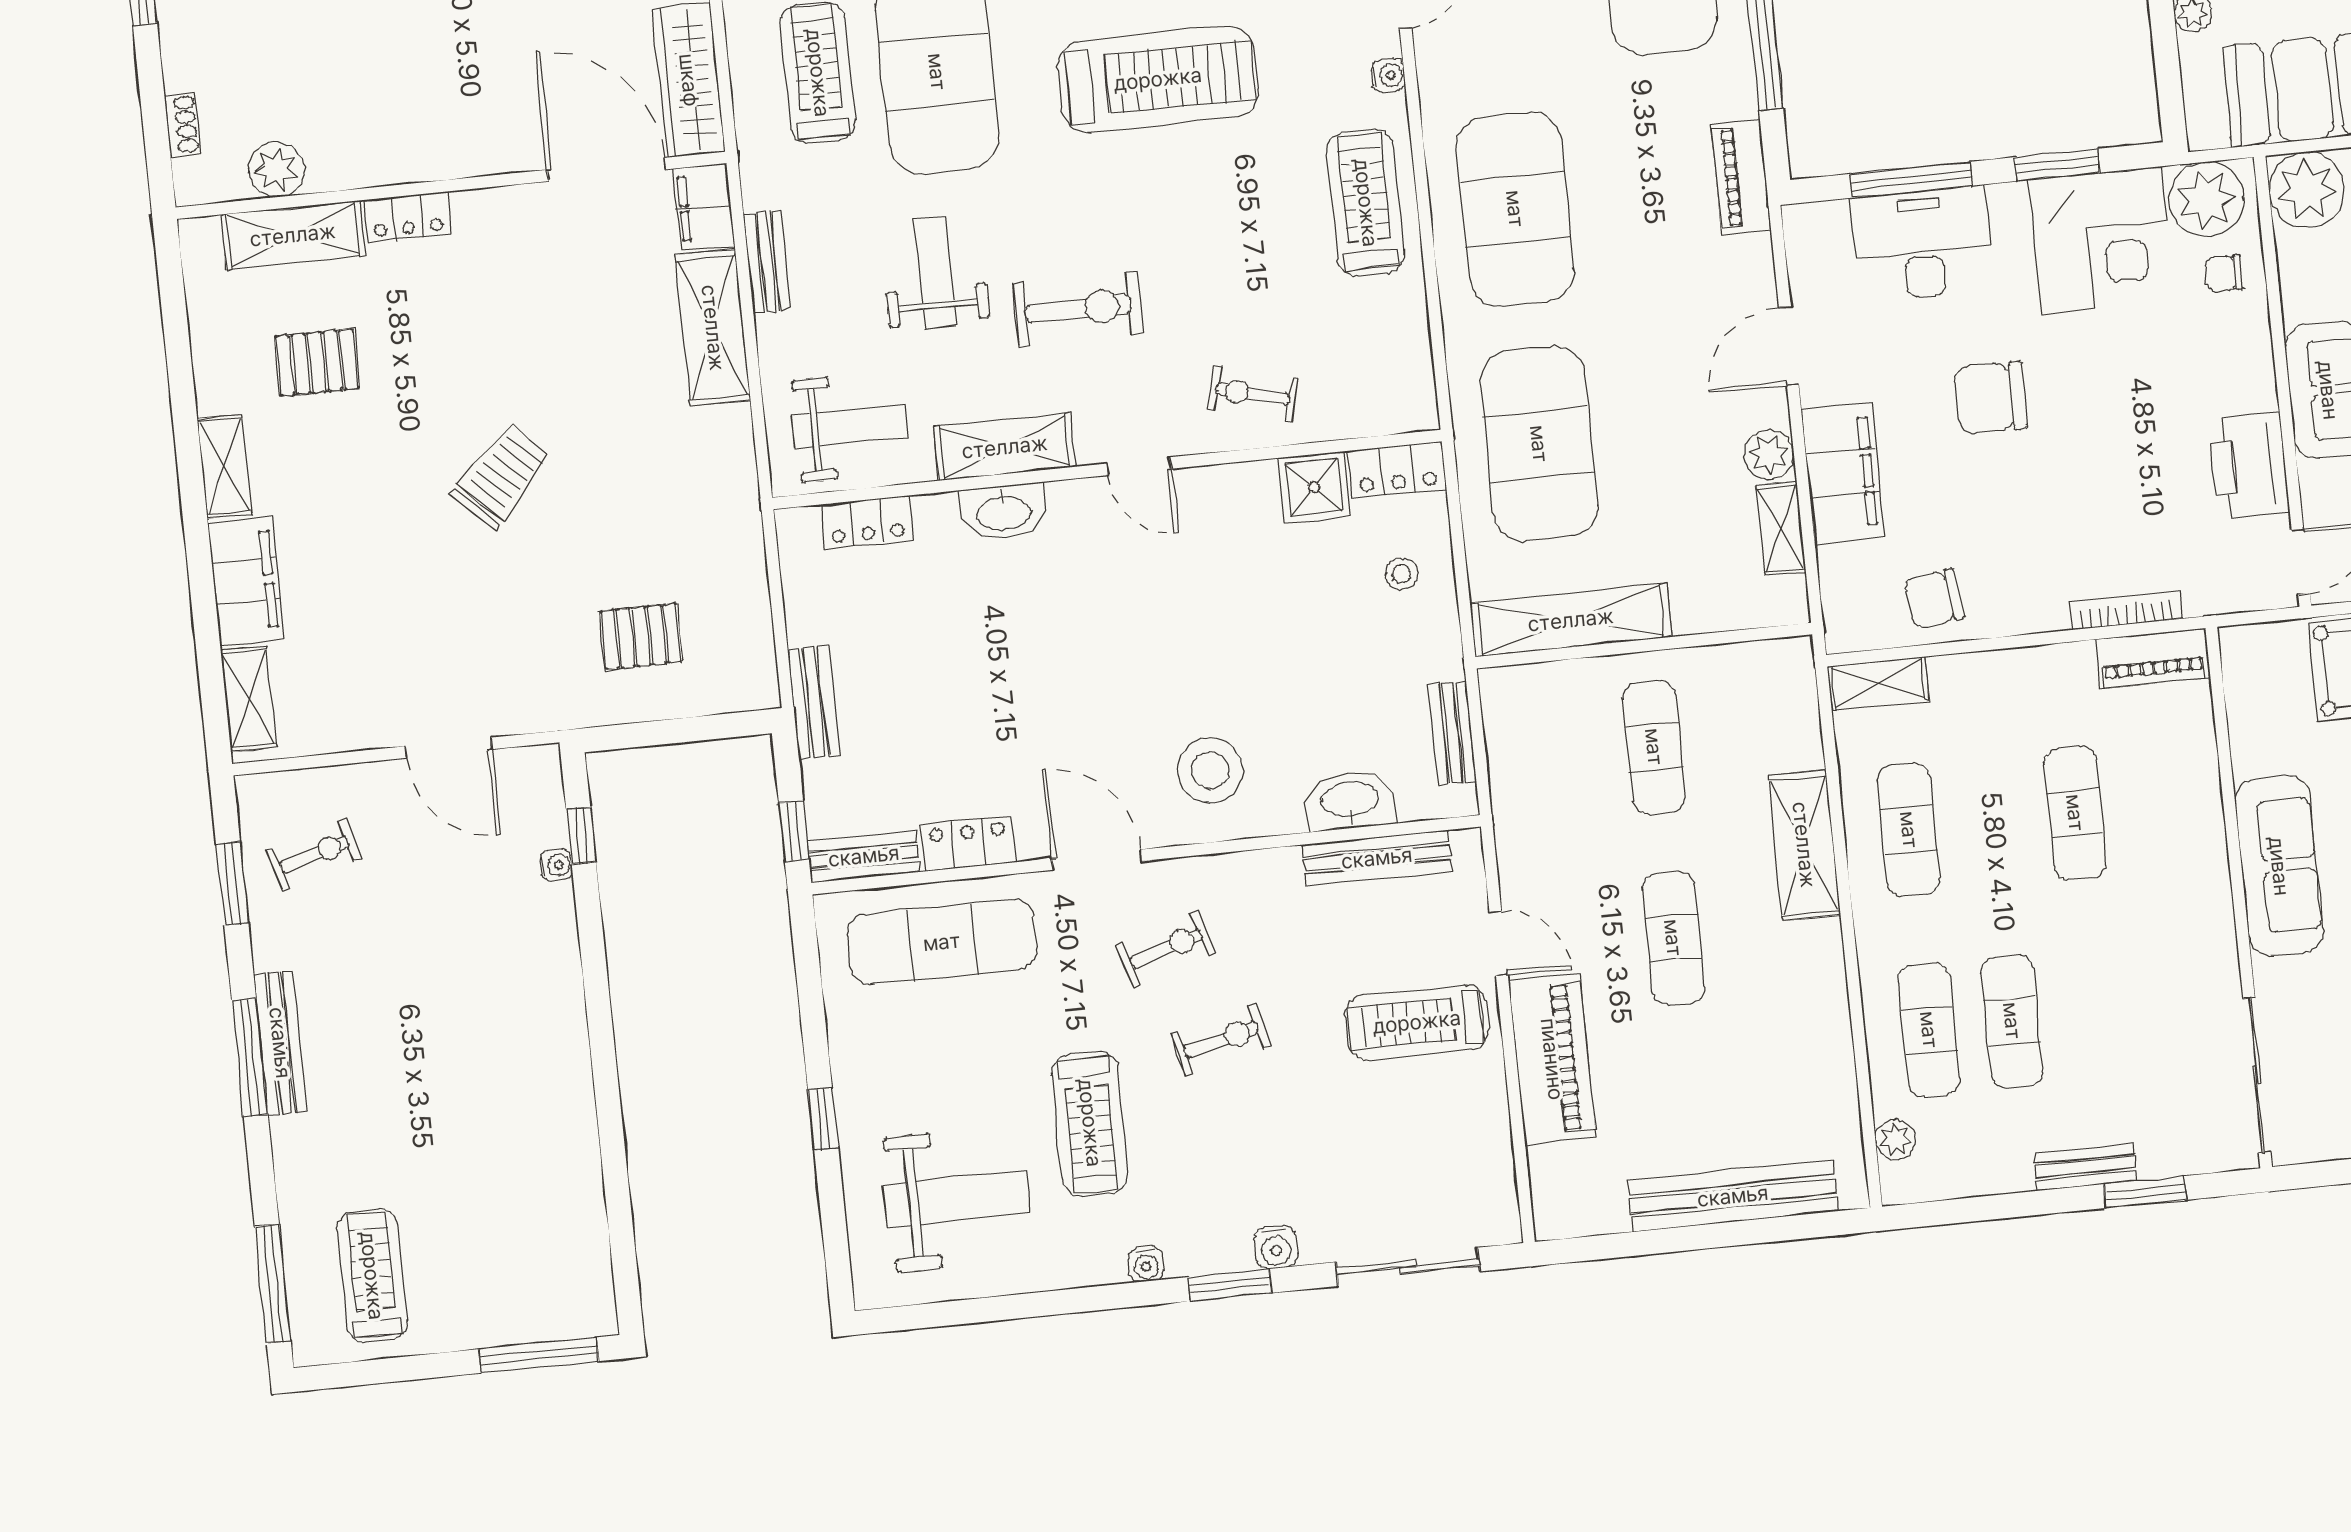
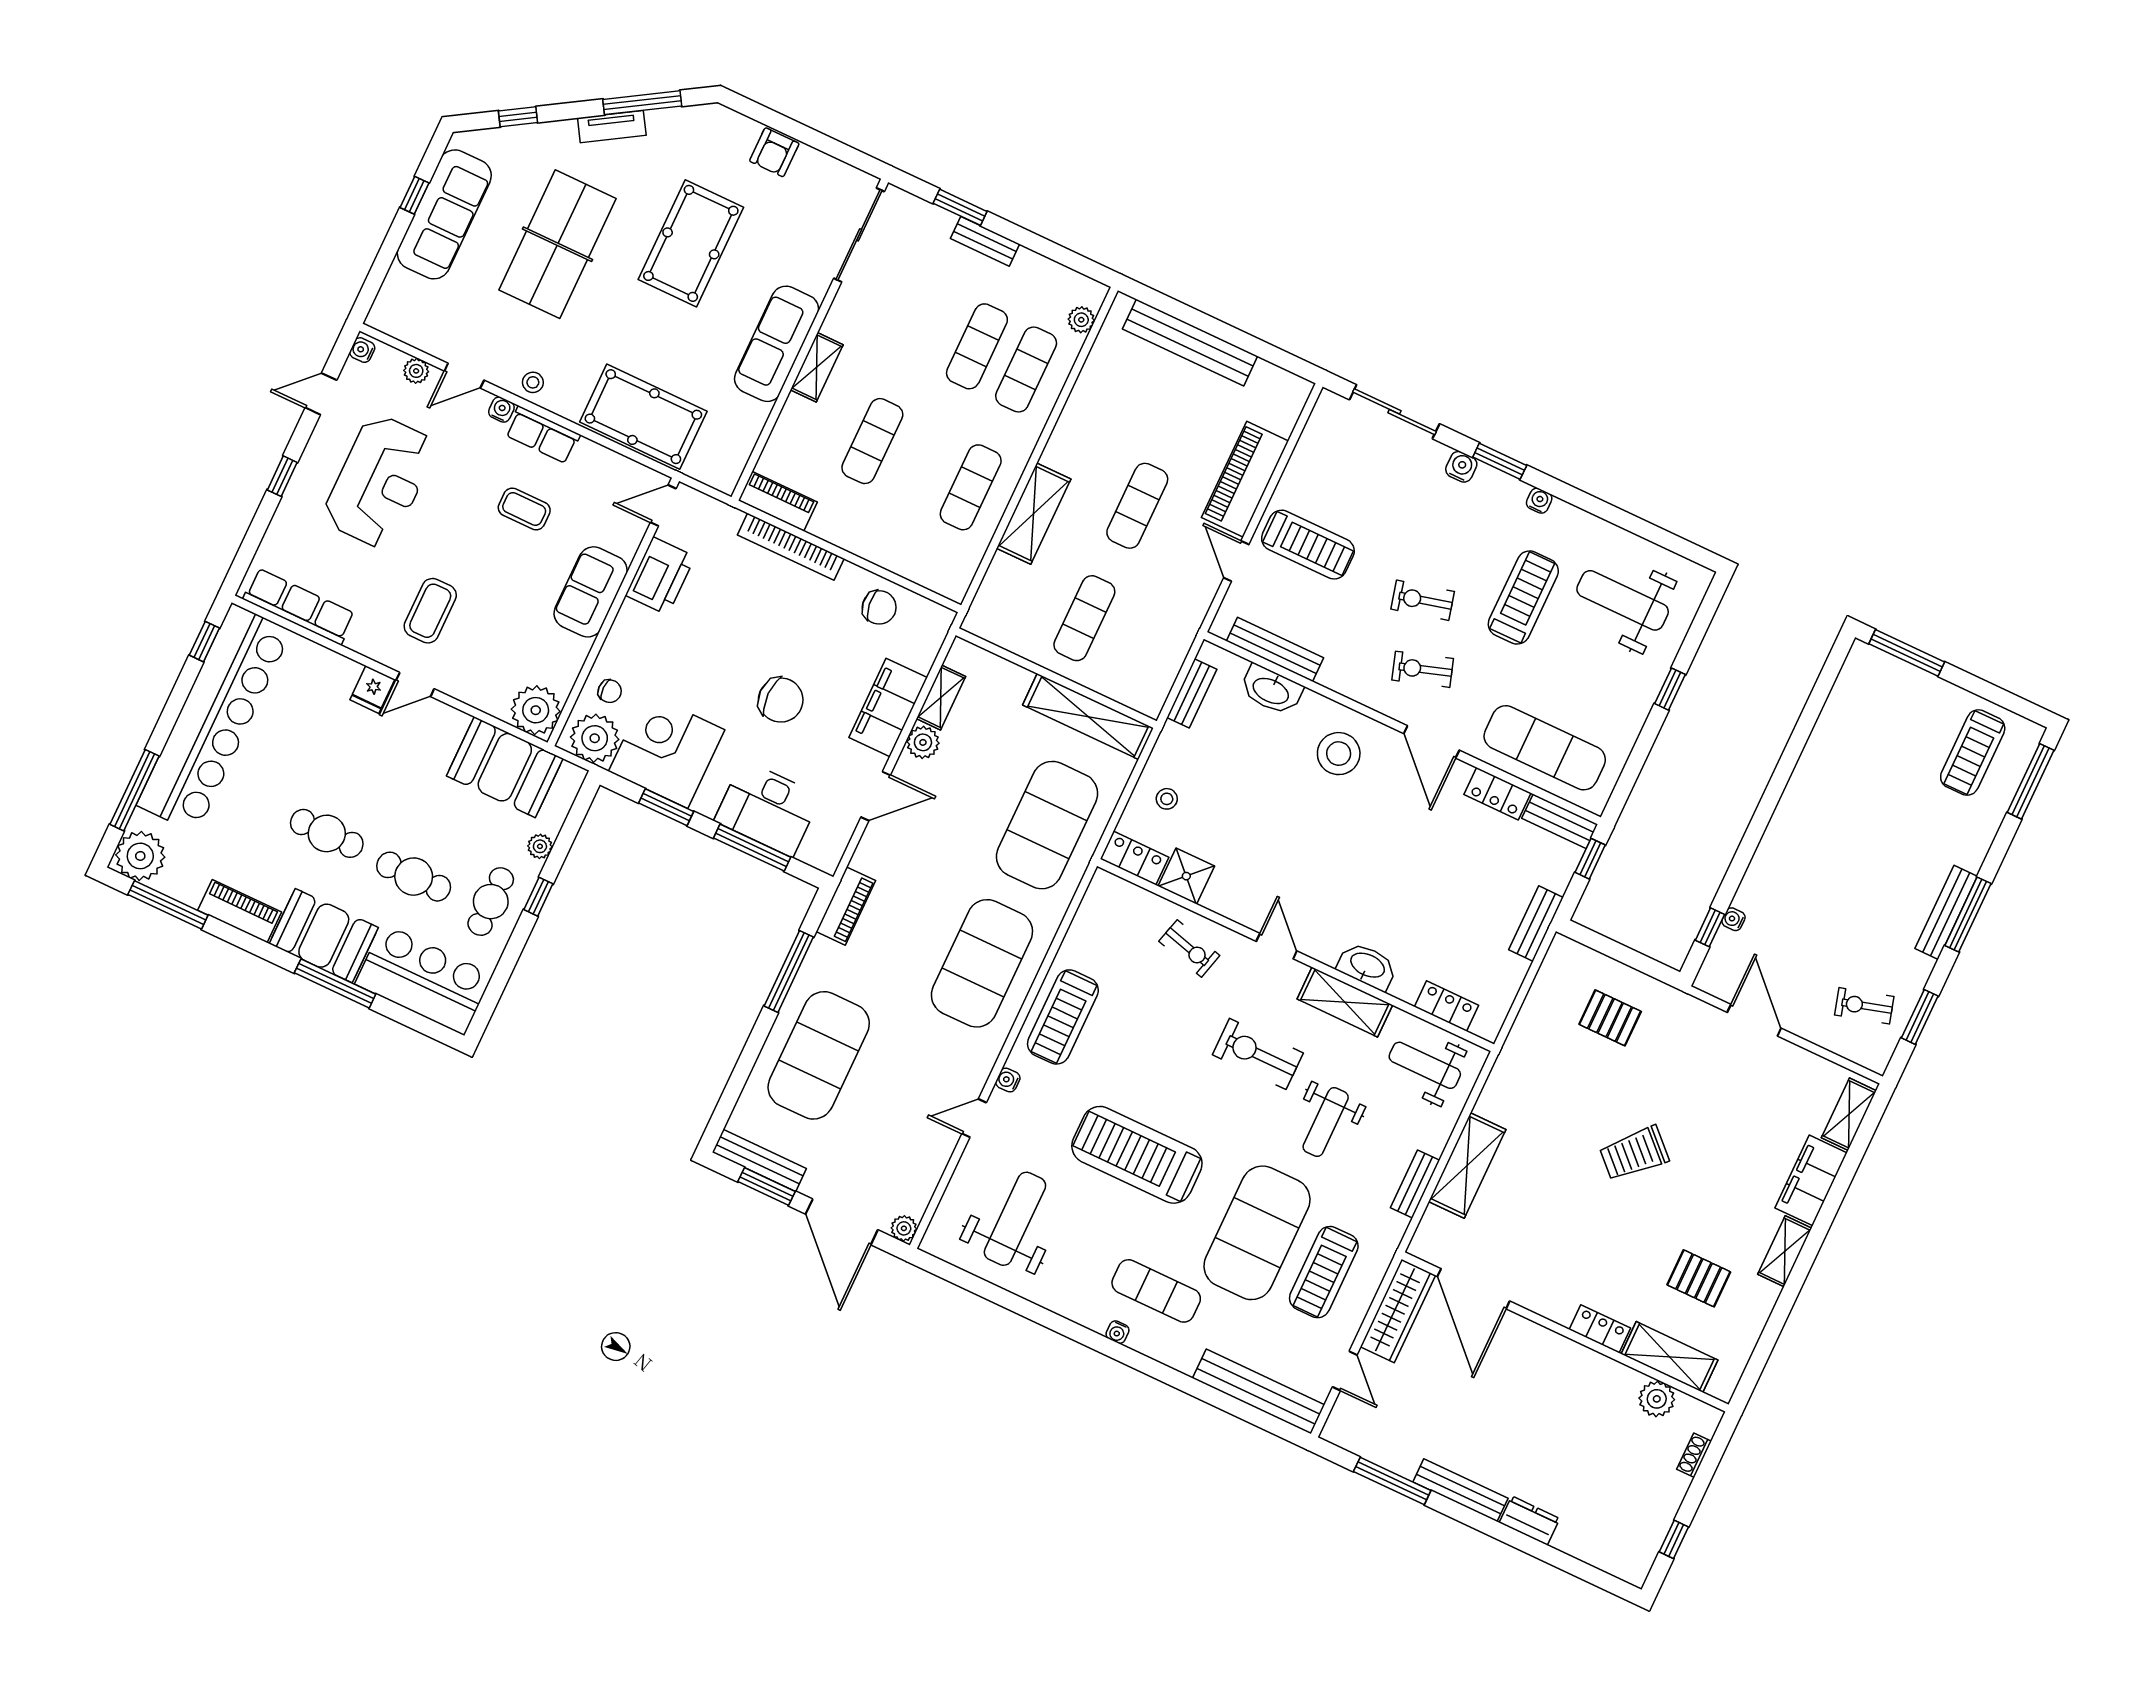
filing cabinet: (703, 207) -> (1432, 1236), removed
bookcase: (2126, 610) -> (791, 547), width x1.48, depth x1.31
shelving: (1878, 683) -> (817, 367), moved, turned 90

